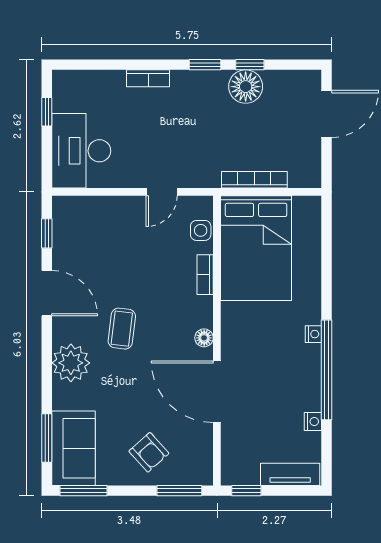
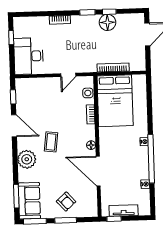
tv unit: (290, 474) -> (124, 211), moved
window: (179, 491) -> (66, 220), moved

